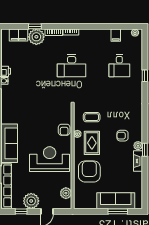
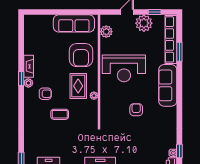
coffee table: (92, 117) -> (60, 114), moved
armchair: (64, 130) -> (136, 110), moved
sofa: (116, 201) -> (74, 23), moved
window: (118, 211) -> (50, 12), removed

